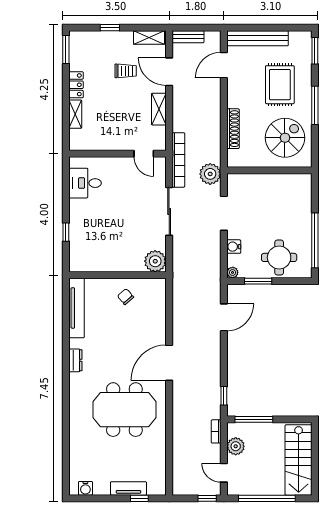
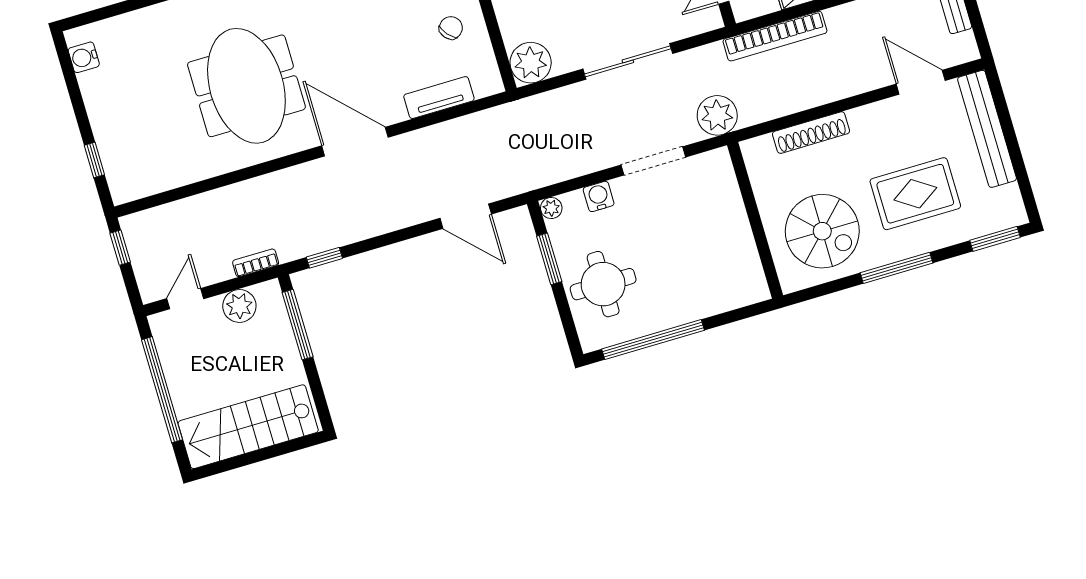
bookcase: (178, 160) -> (775, 36), moved
tv unit: (128, 488) -> (439, 98), moved, turned -90
window: (207, 498) -> (120, 248), moved

